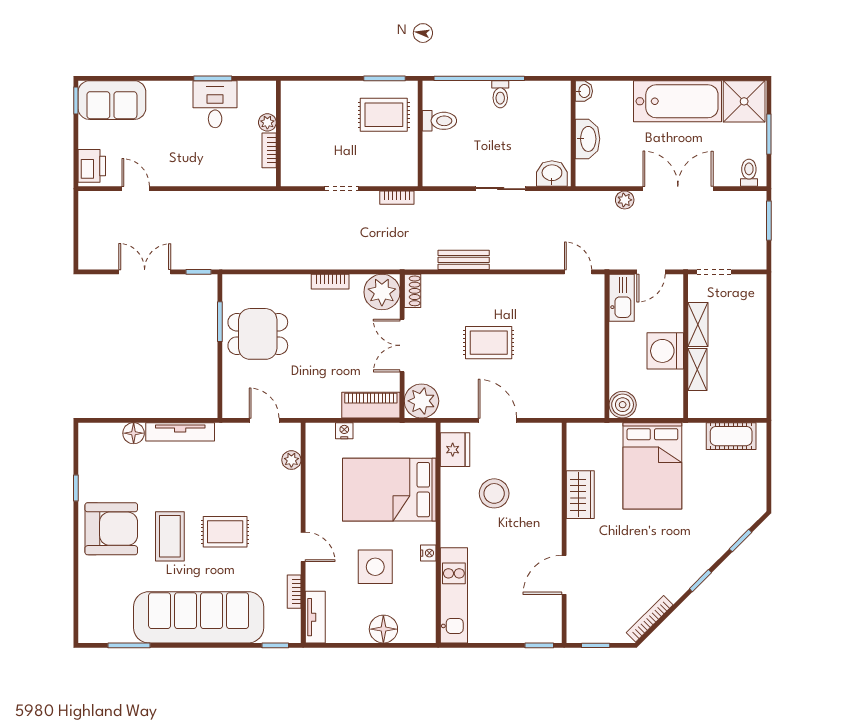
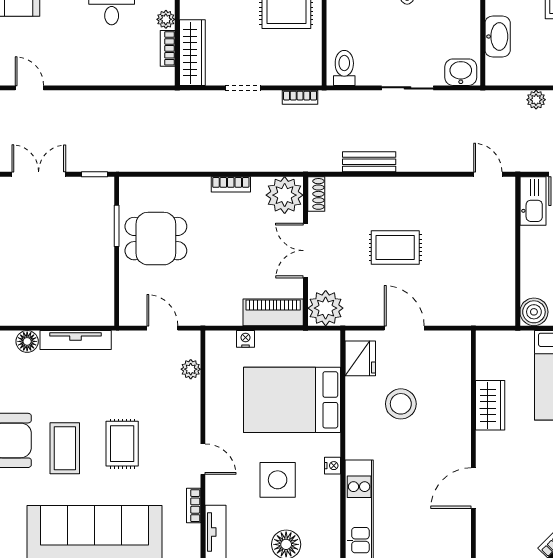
toilet: (439, 121) -> (344, 68), moved, turned -90
wardrobe: (293, 155) -> (192, 53), added
rug: (225, 532) -> (122, 444), turned 90

